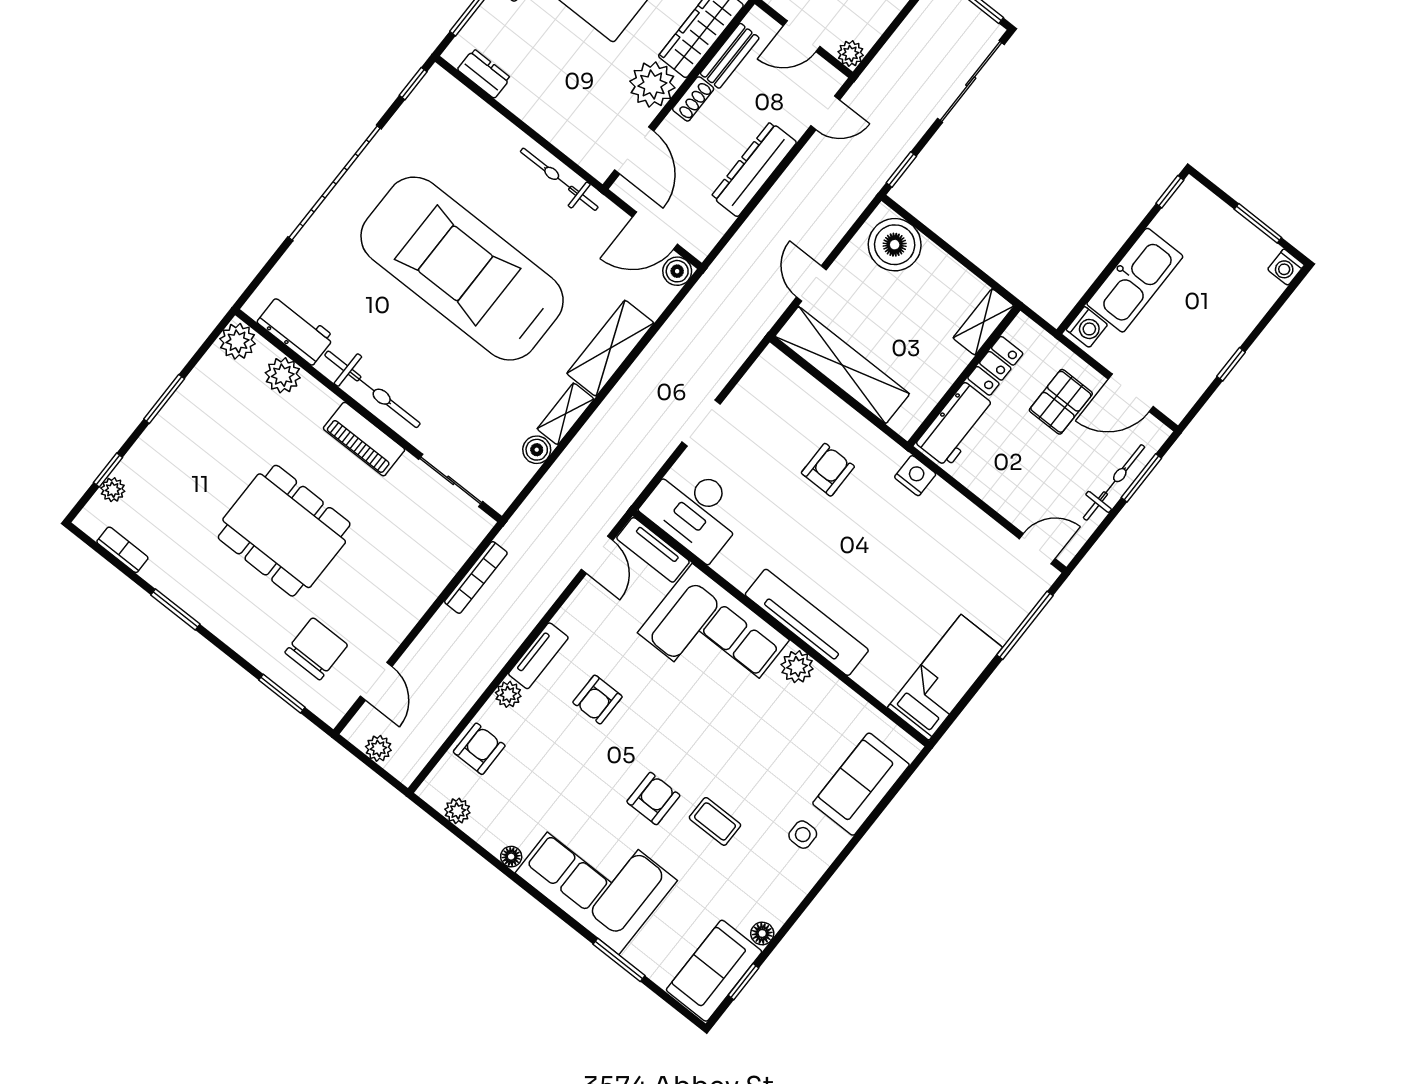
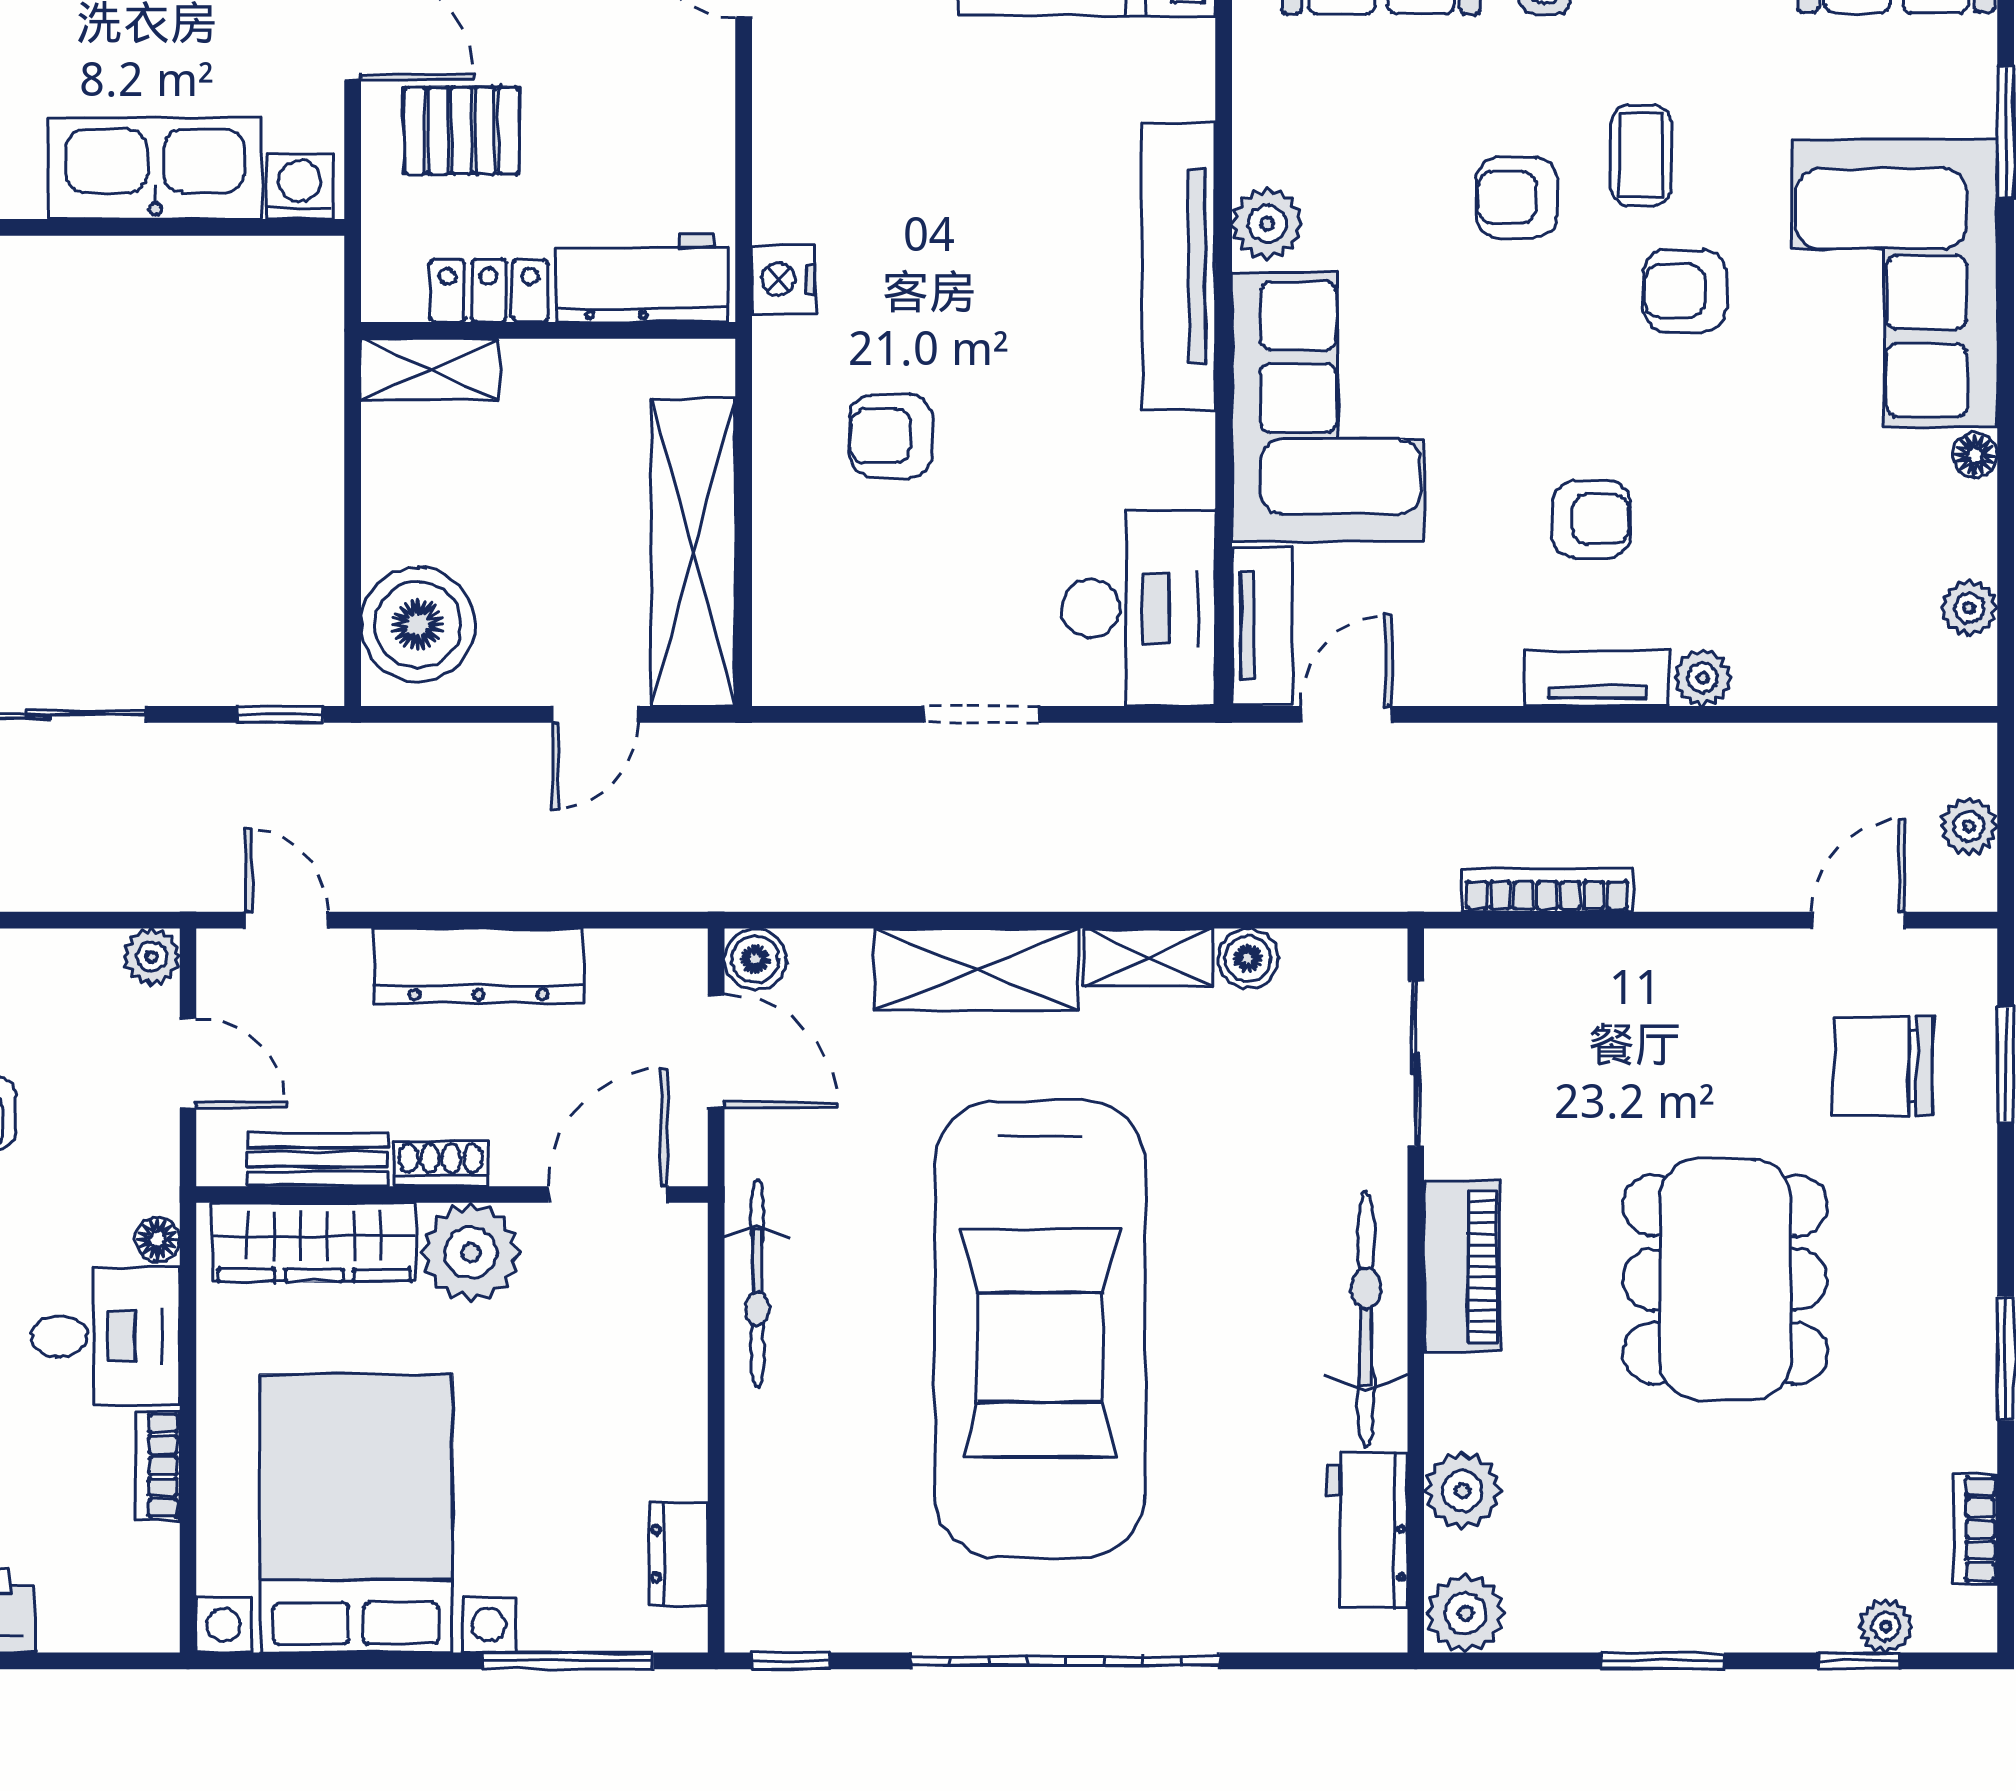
armchair: (479, 749) -> (1517, 197), moved

